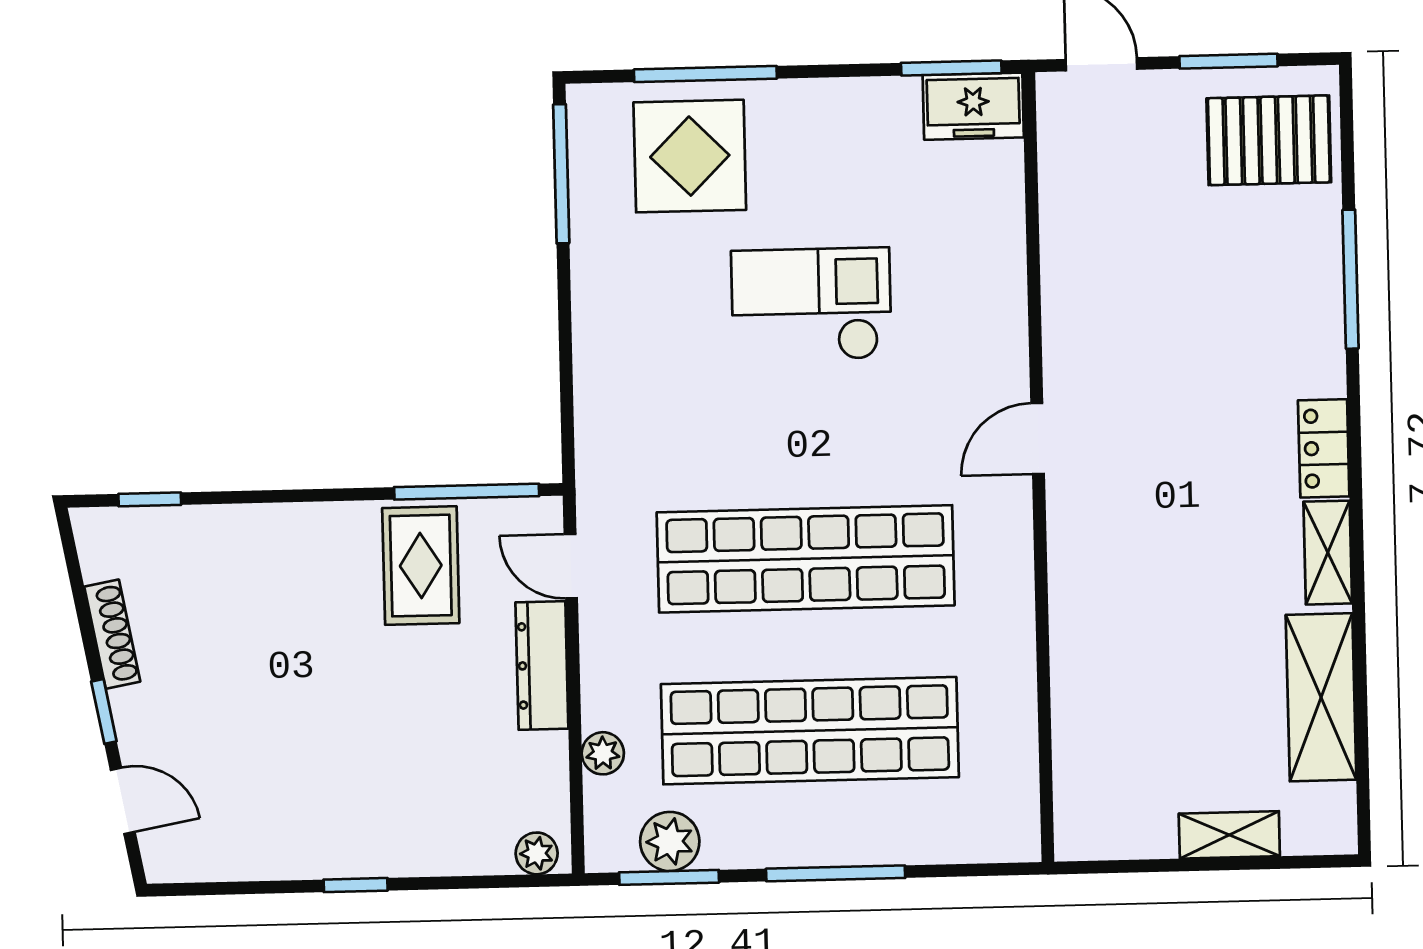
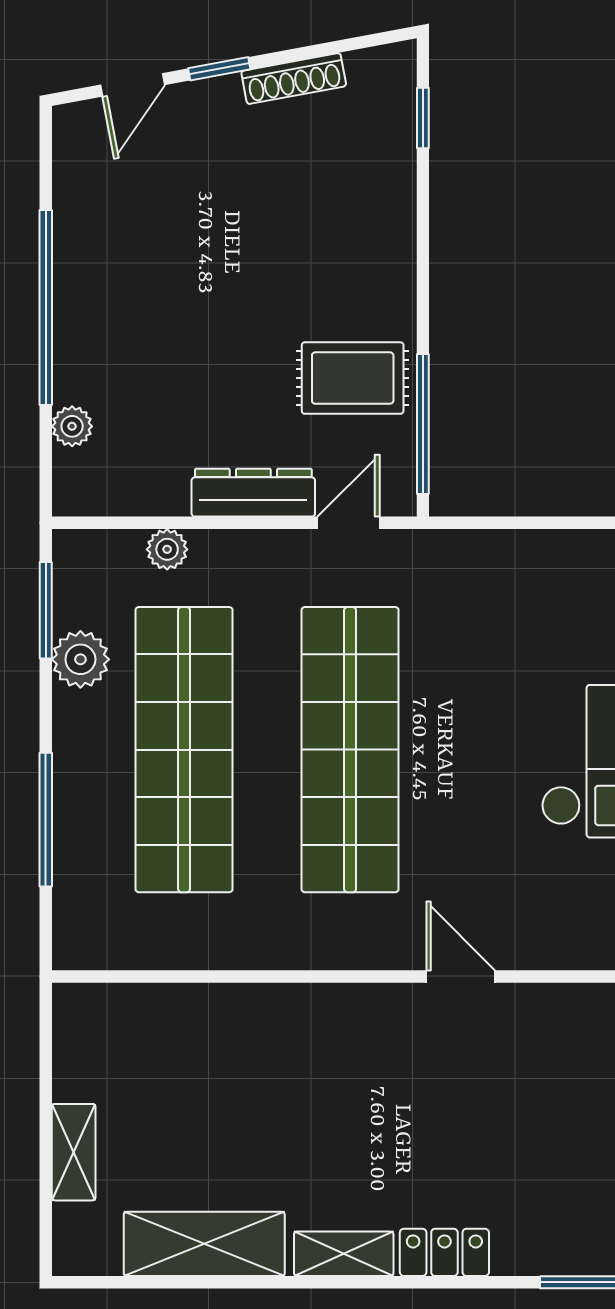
plant: (670, 841) -> (80, 659), moved
plant: (537, 853) -> (72, 426), moved
window: (836, 873) -> (46, 820), moved
window: (356, 885) -> (46, 308), width x3.17

